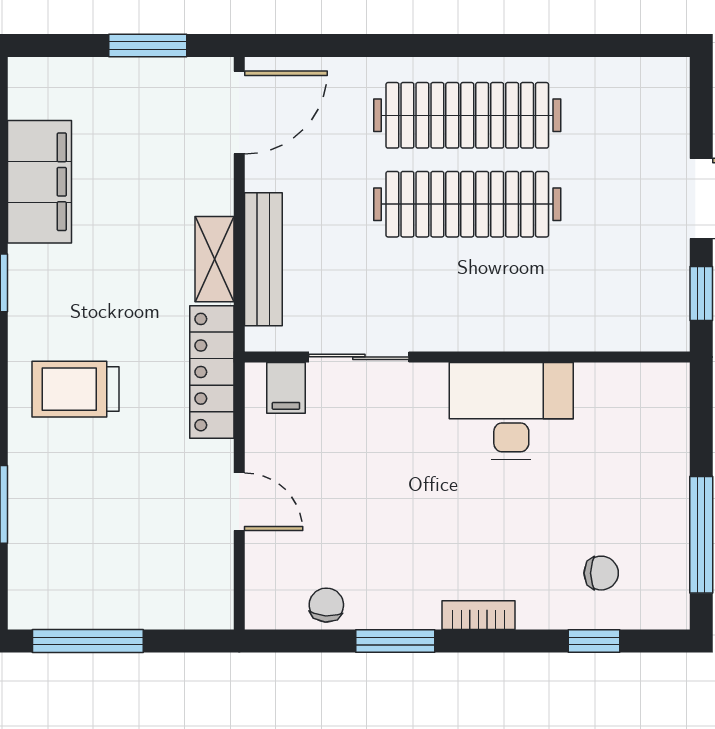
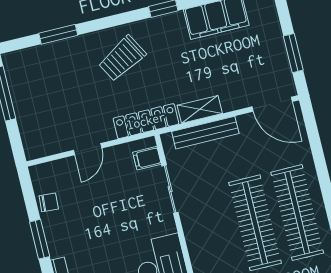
trolley: (75, 389) -> (122, 58), turned -119

